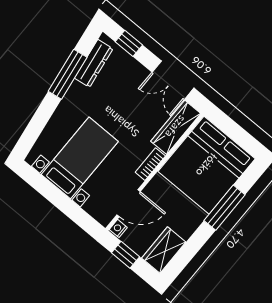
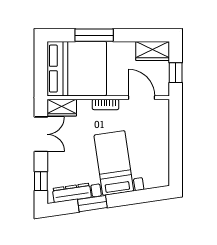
window: (68, 74) -> (92, 204), width x0.69
wardrobe: (176, 127) -> (62, 108), width x0.67
bed with nightstands: (80, 158) -> (114, 163), moved, turned 82
nightstand: (118, 228) -> (163, 91), removed

